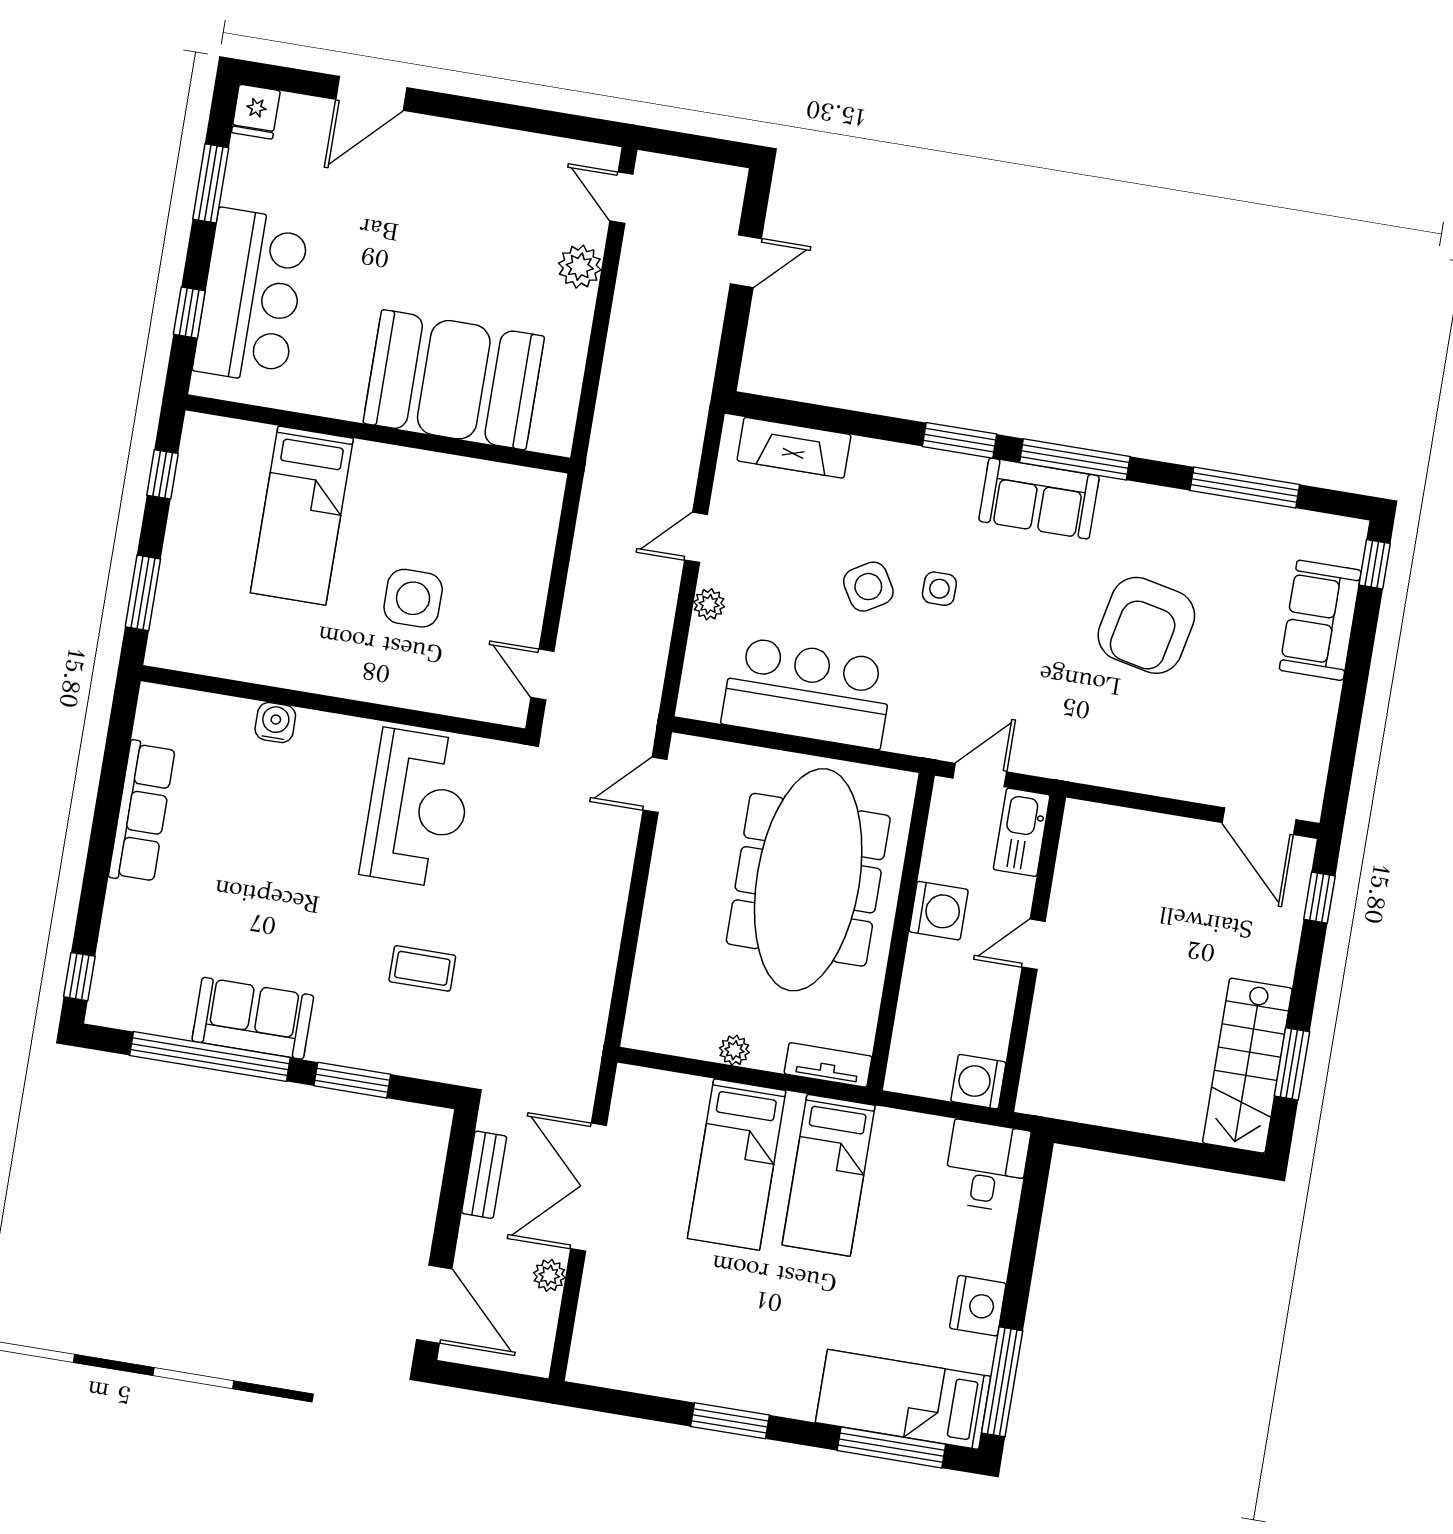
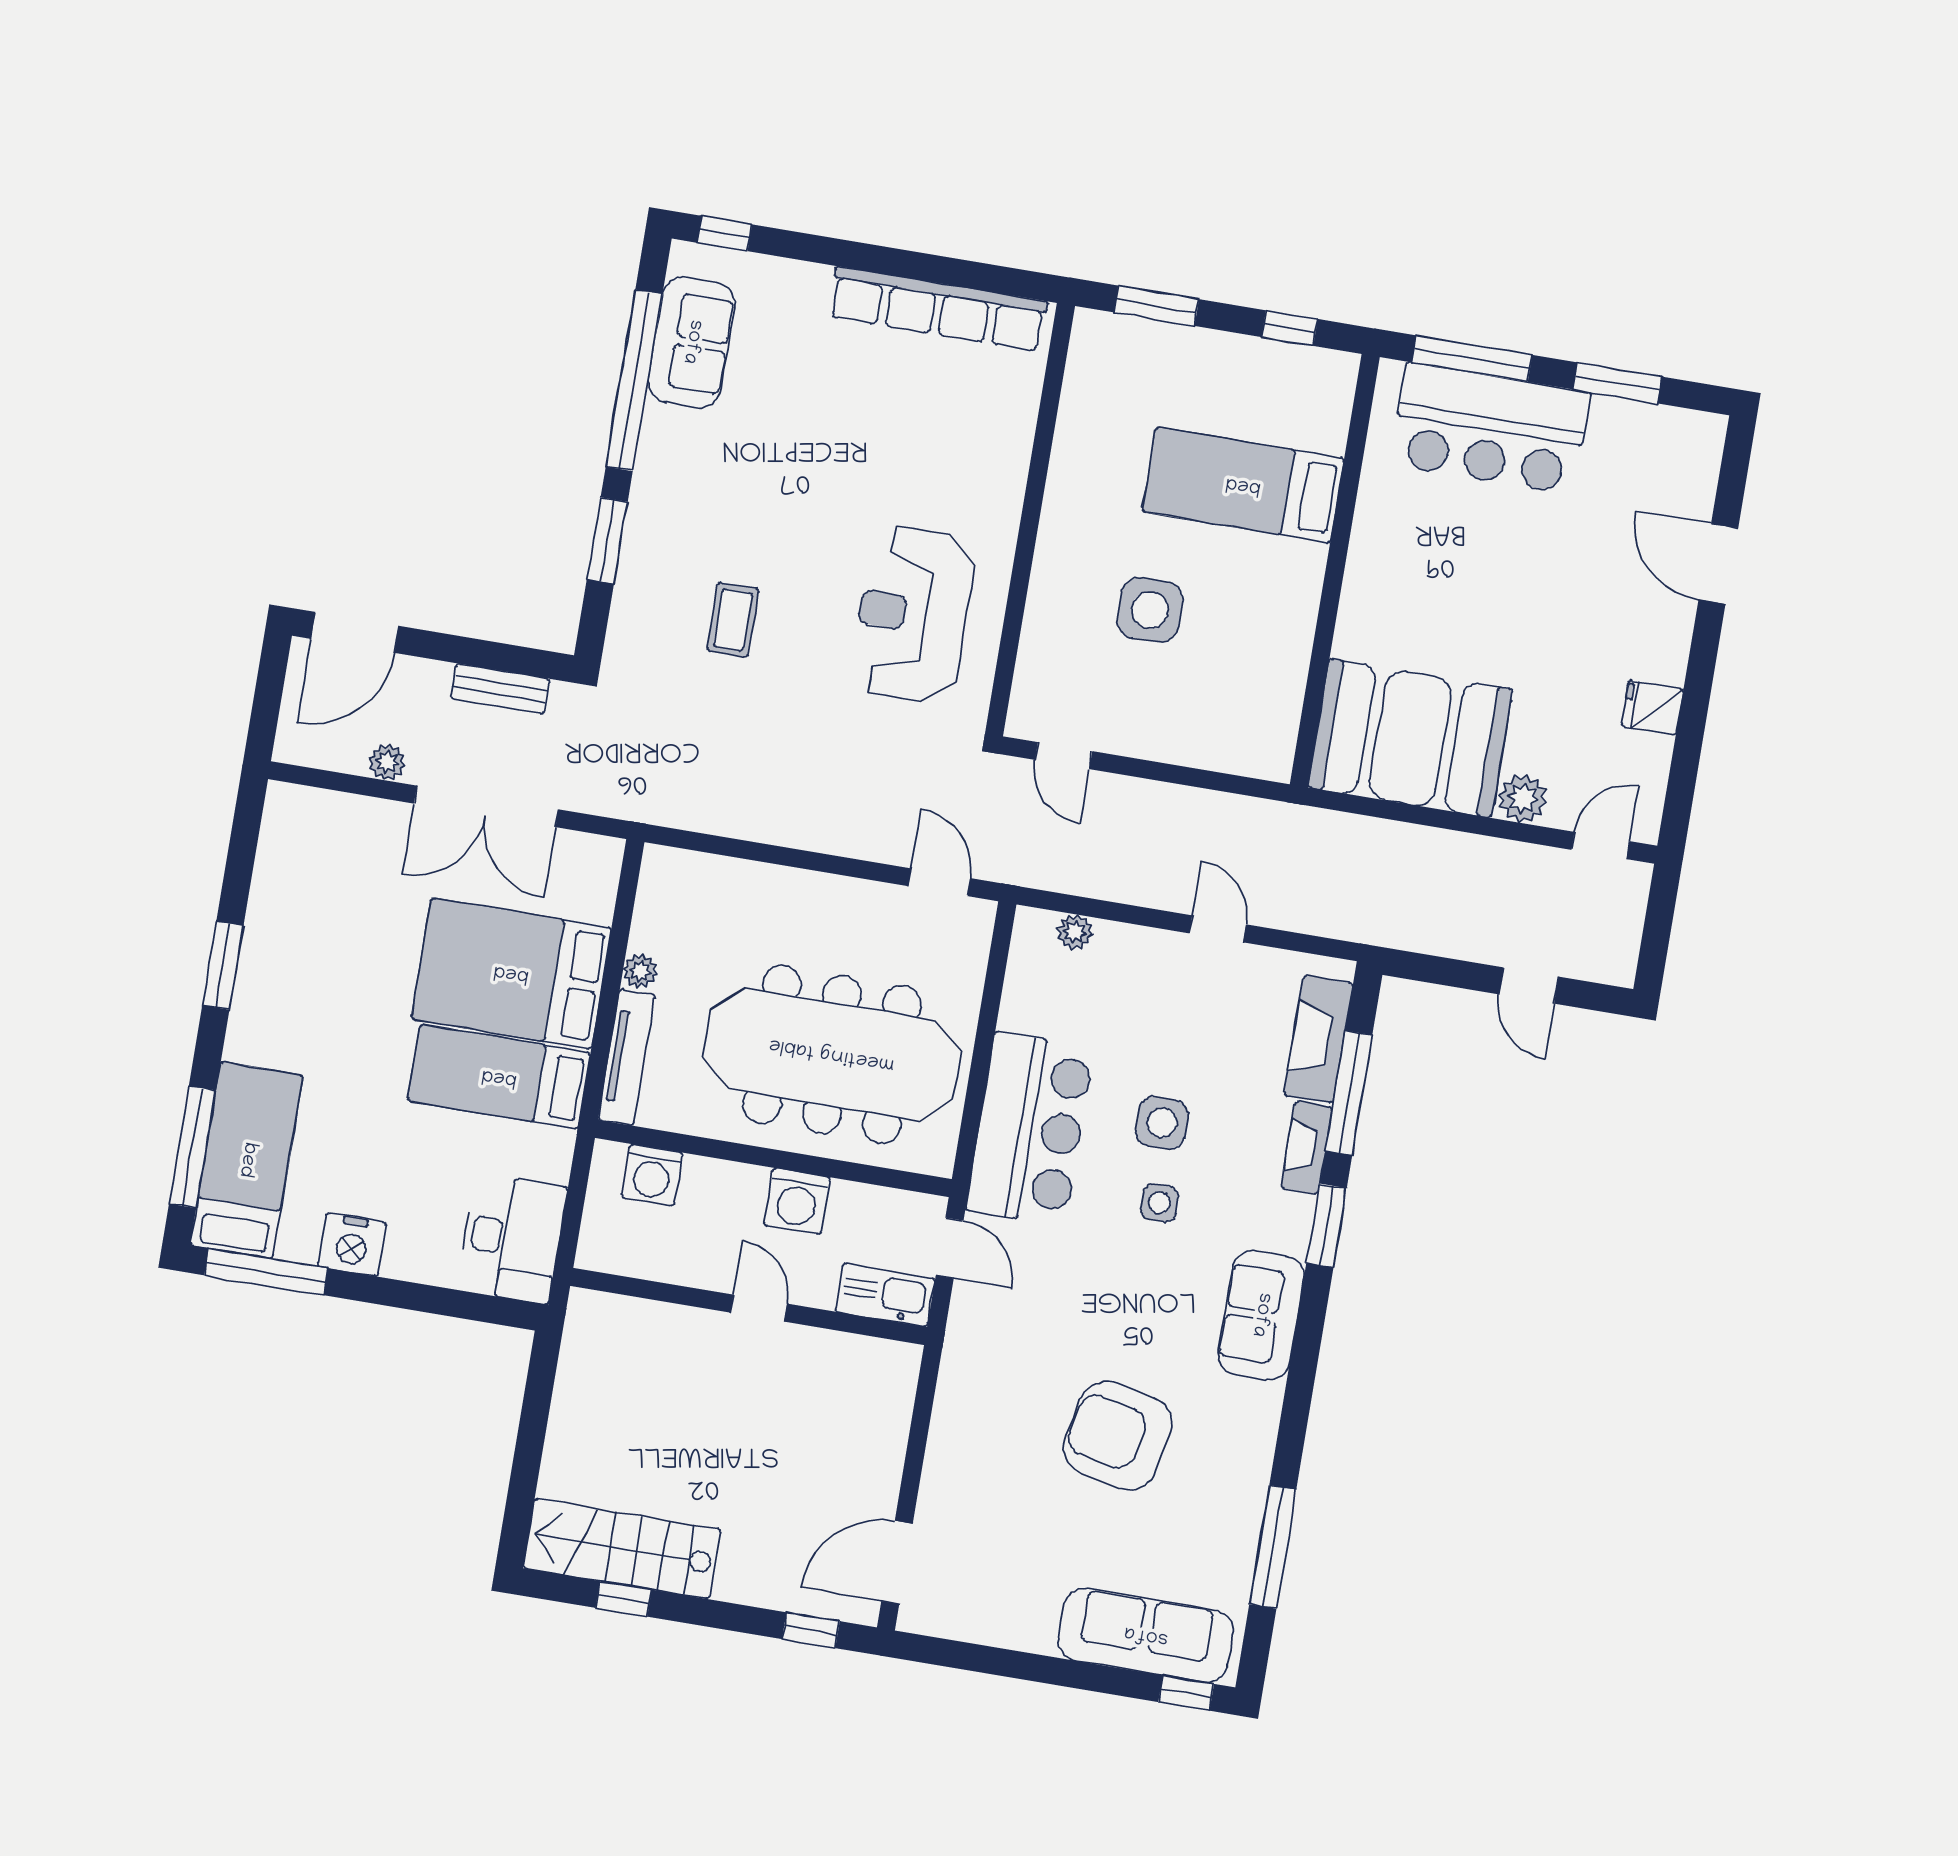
fridge: (256, 112) -> (1652, 708), moved
window: (189, 313) -> (1472, 359), width x2.17
booth: (454, 380) -> (1410, 738), moved, turned 90
fireplace: (890, 458) -> (1307, 1148), added
window: (1075, 459) -> (1349, 1093), moved
side table: (868, 587) -> (1162, 1123), turned 31
plant: (709, 604) -> (1075, 932), moved
sofa: (1320, 620) -> (1146, 1635), width x1.36
door: (542, 675) -> (1064, 756), swing flipped
bar counter: (808, 693) -> (1030, 1129), moved
water cooler: (275, 723) -> (1010, 455), removed
reception desk: (417, 808) -> (913, 615), turned 90
row of seats: (142, 812) -> (938, 309), width x1.36
sofa: (253, 1018) -> (692, 342), moved
window: (1292, 1064) -> (624, 1599), width x0.67
tv unit: (828, 1065) -> (627, 1057), width x1.41
washing machine: (978, 1082) -> (652, 1175), moved, turned 180
bed: (737, 1165) -> (511, 973), width x1.50
desk: (986, 1166) -> (512, 1239), width x1.37
double door: (588, 1187) -> (486, 806), swing flipped

